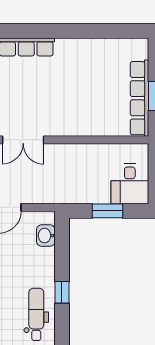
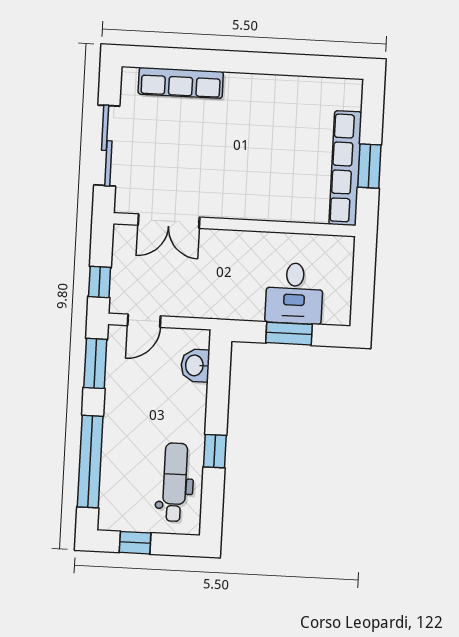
desk: (130, 184) -> (294, 293), moved

